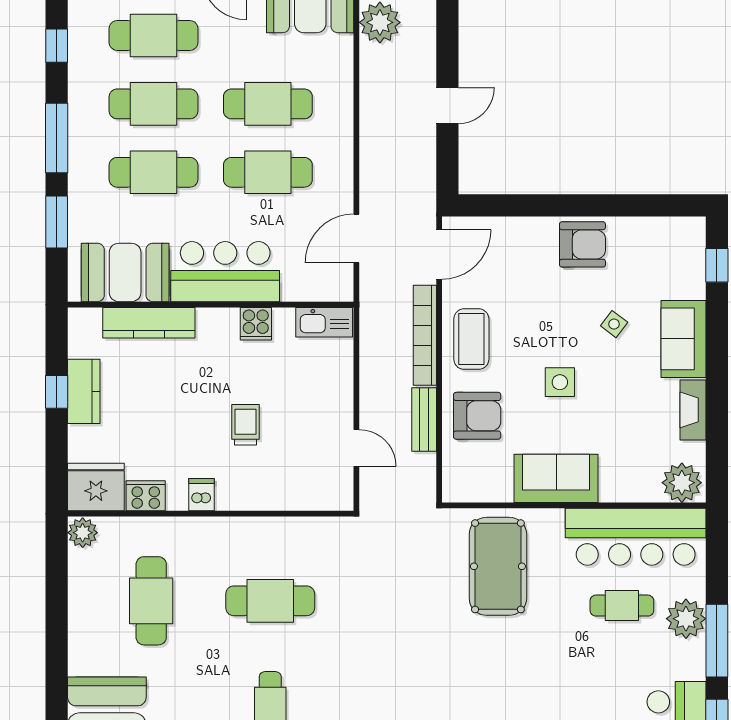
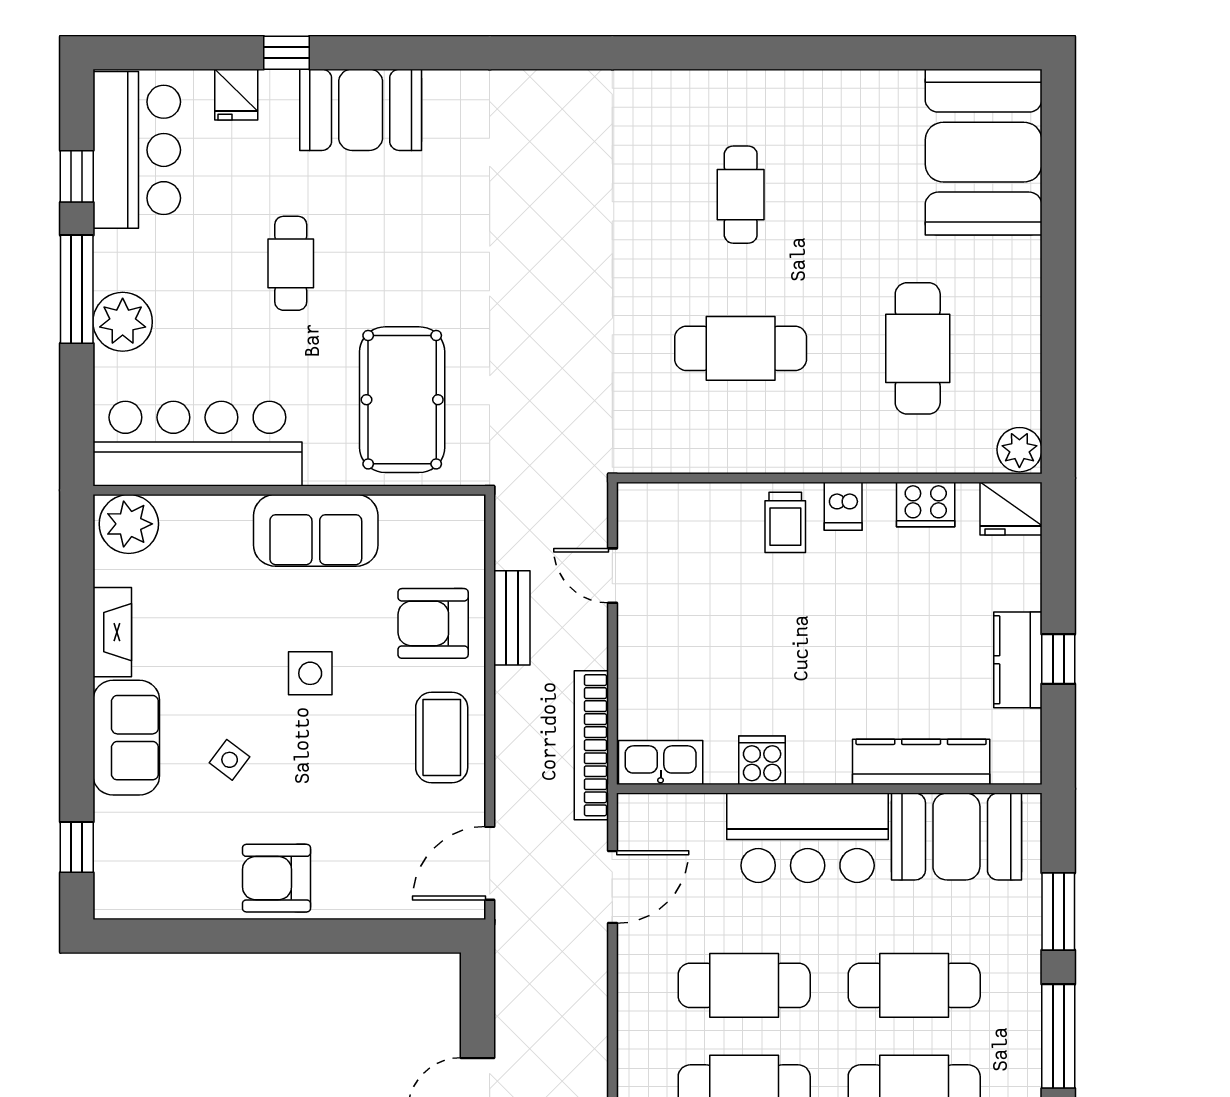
bookcase: (425, 335) -> (591, 745), moved, turned 180
trolley: (246, 425) -> (785, 522), moved
fridge: (96, 487) -> (1011, 509), width x0.73, depth x0.75
cafe table: (622, 606) -> (291, 263), moved, turned 90

